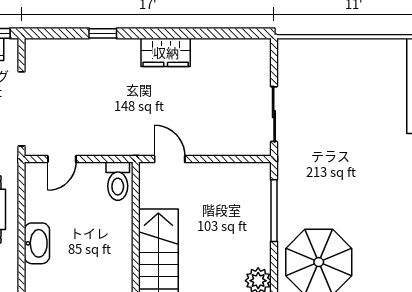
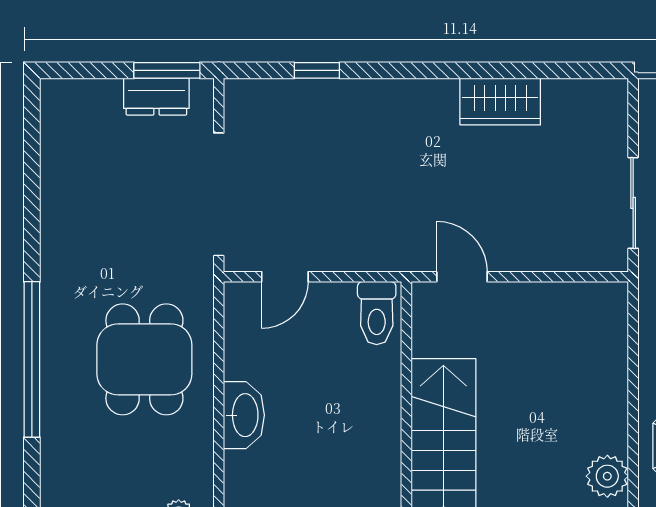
window: (103, 33) -> (317, 70), moved
wardrobe: (166, 52) -> (500, 102), moved
window: (274, 211) -> (633, 361), removed

